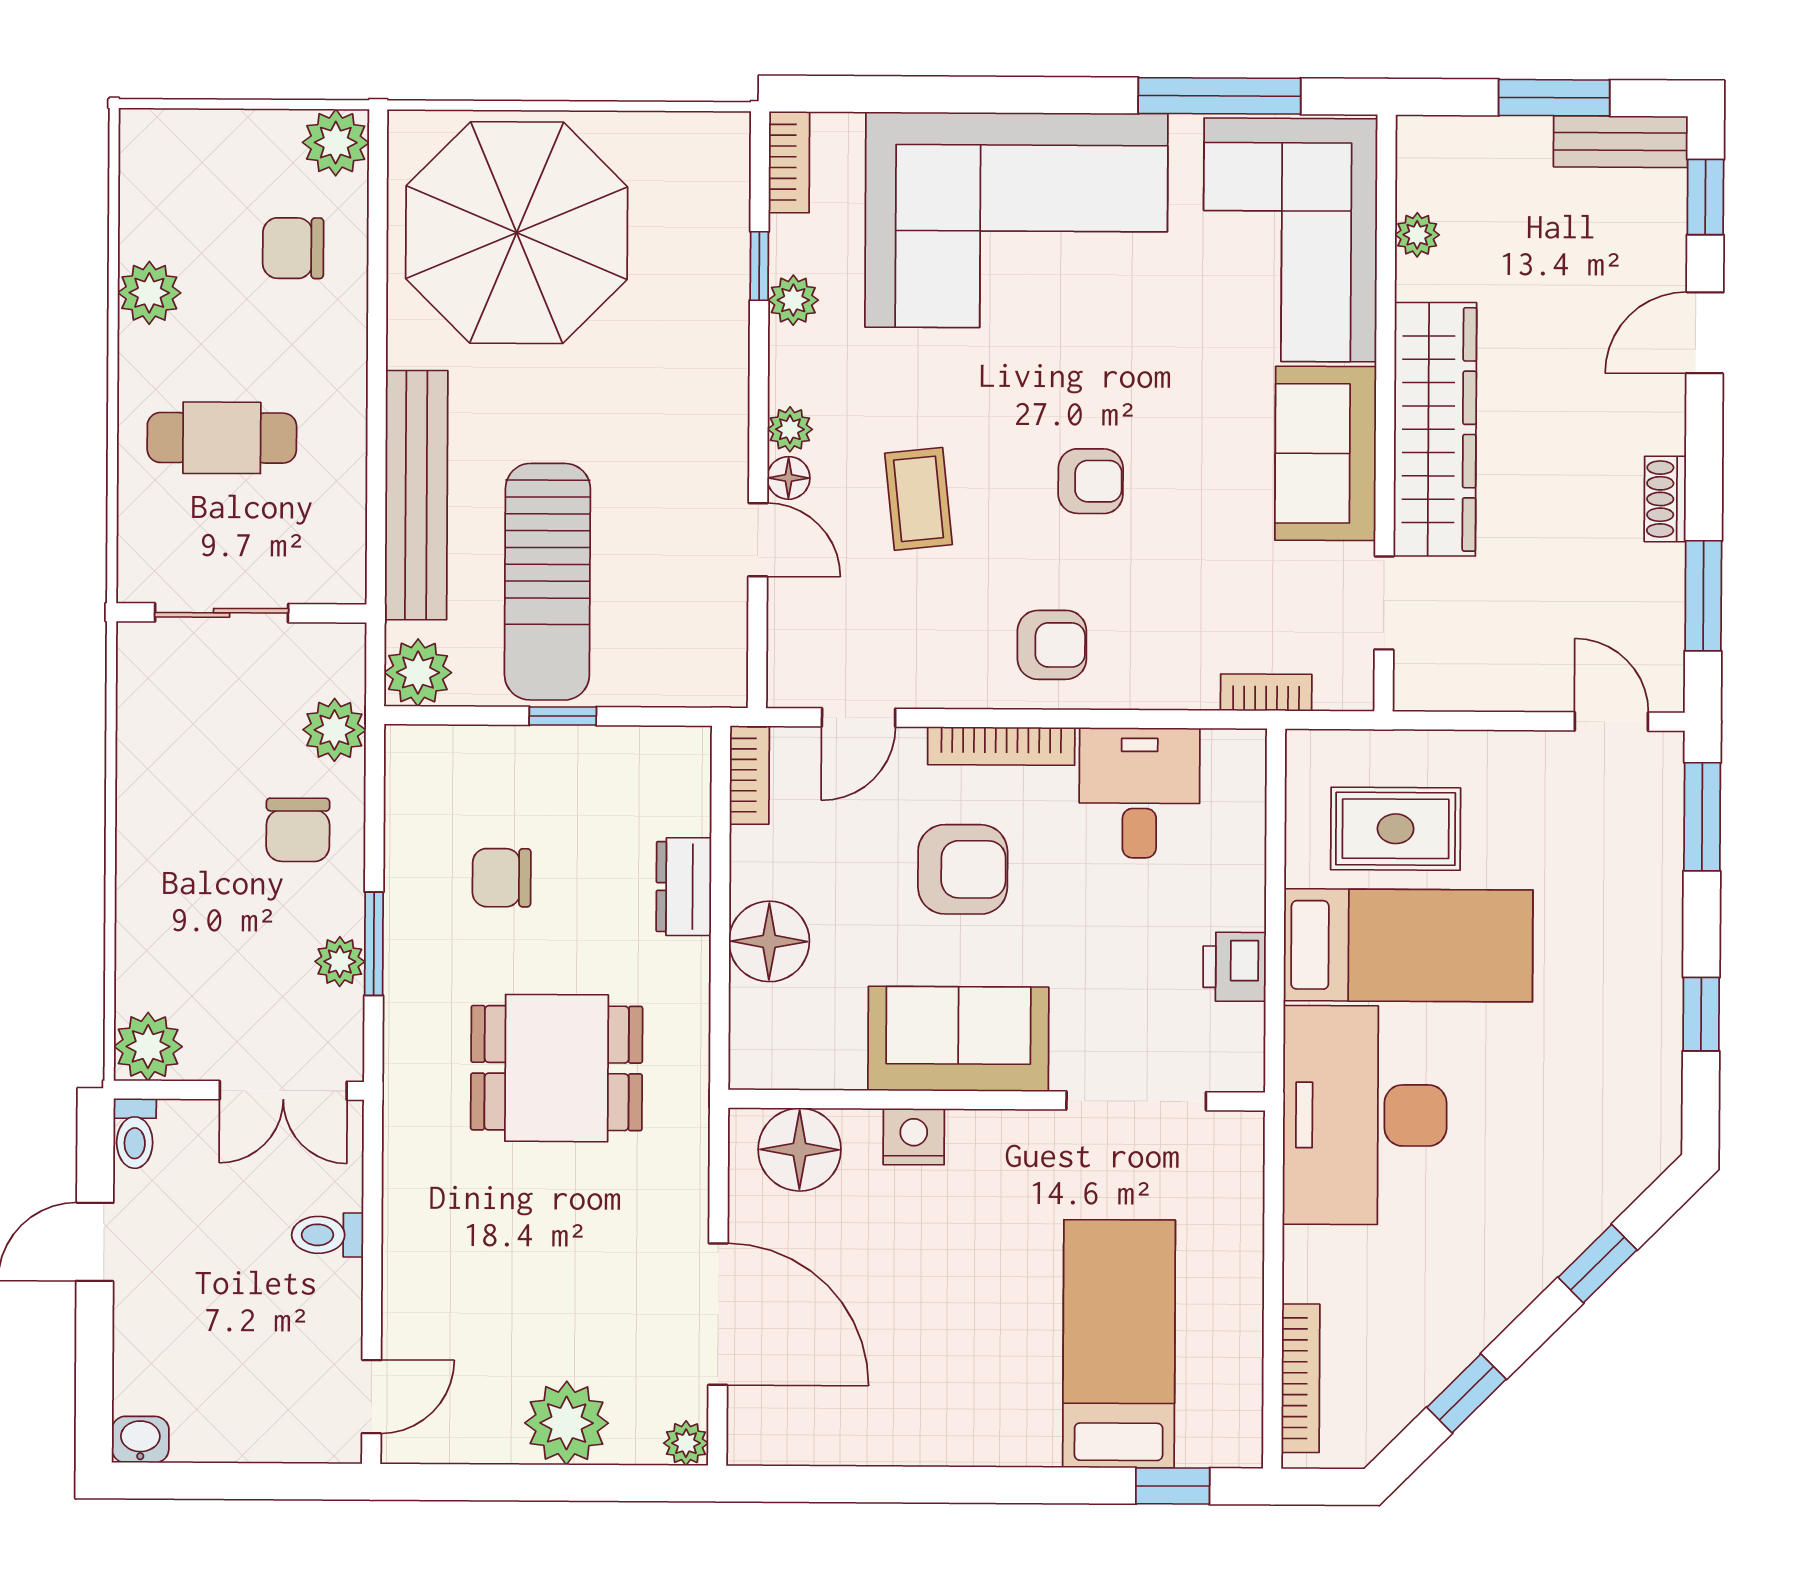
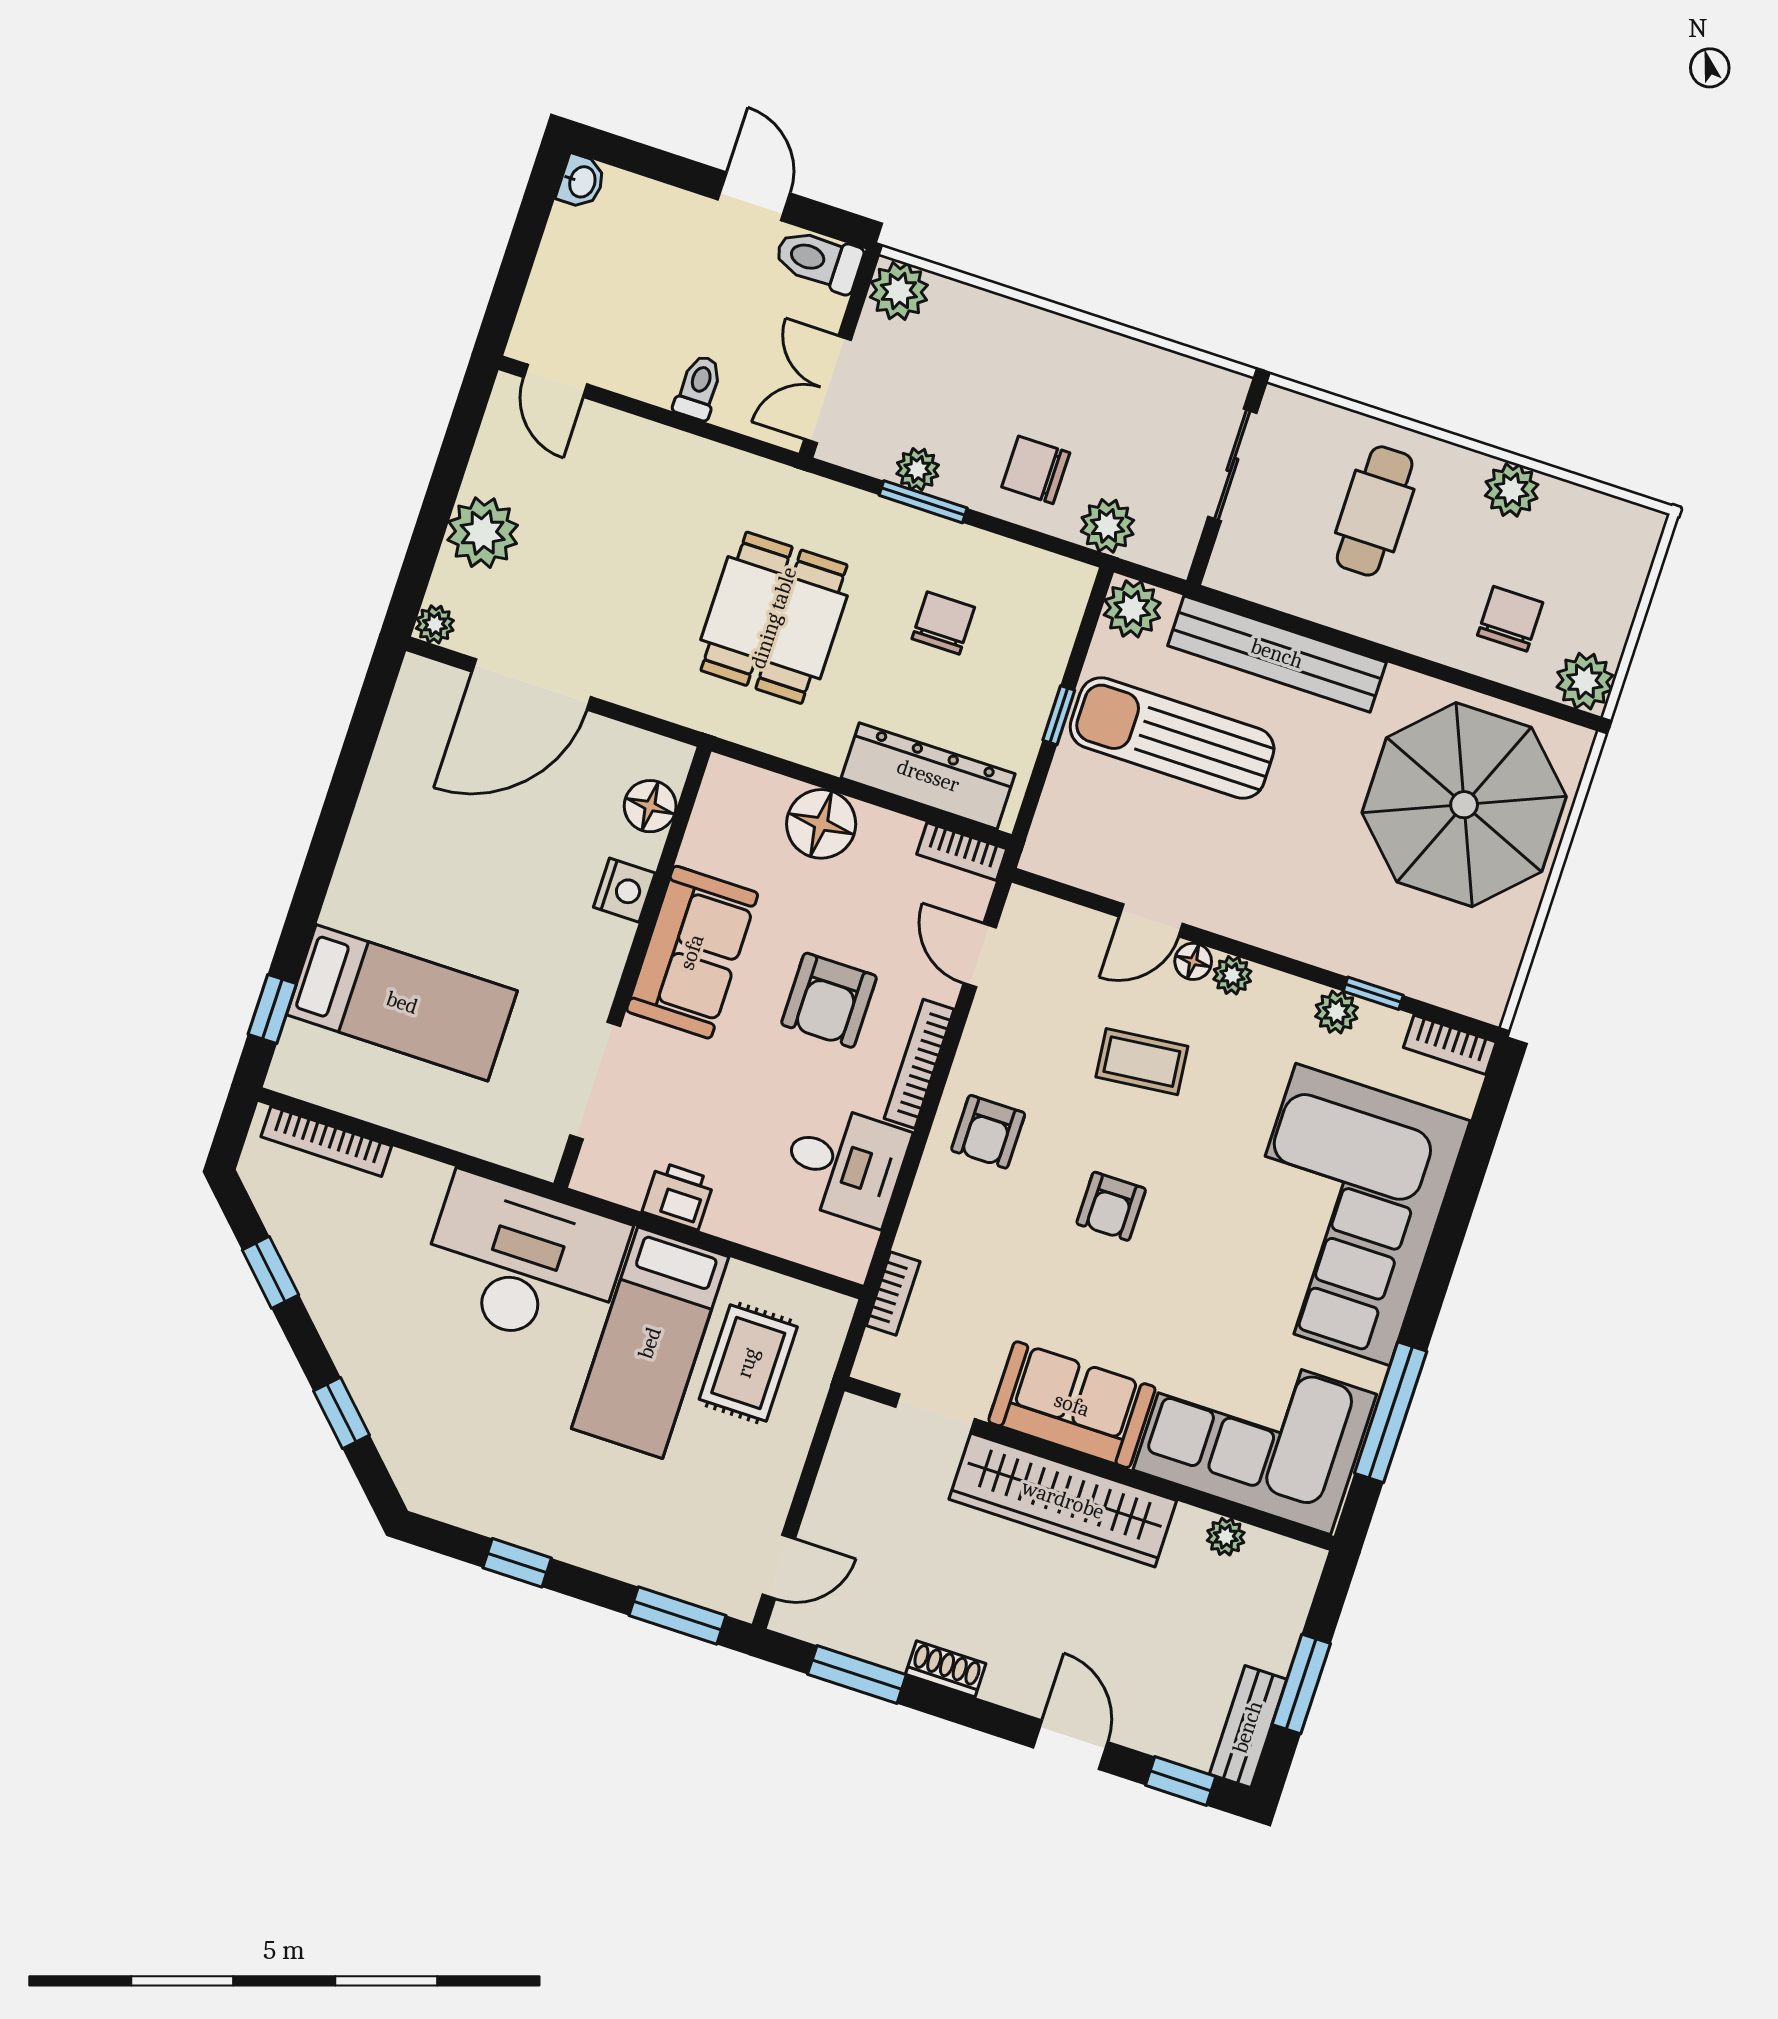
dresser: (684, 887) -> (928, 776), width x1.96, depth x1.24
toilet: (135, 1133) -> (819, 260), width x1.37, depth x1.39
floor lamp: (800, 1150) -> (650, 806), width x0.73, depth x0.73

